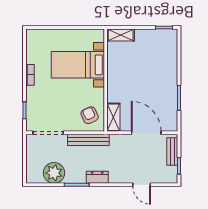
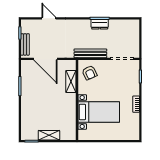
shelving: (121, 35) -> (49, 135), moved
shelving: (113, 117) -> (71, 82), moved
plant: (54, 173) -> (117, 28), removed
dresser: (97, 177) -> (100, 24), moved

